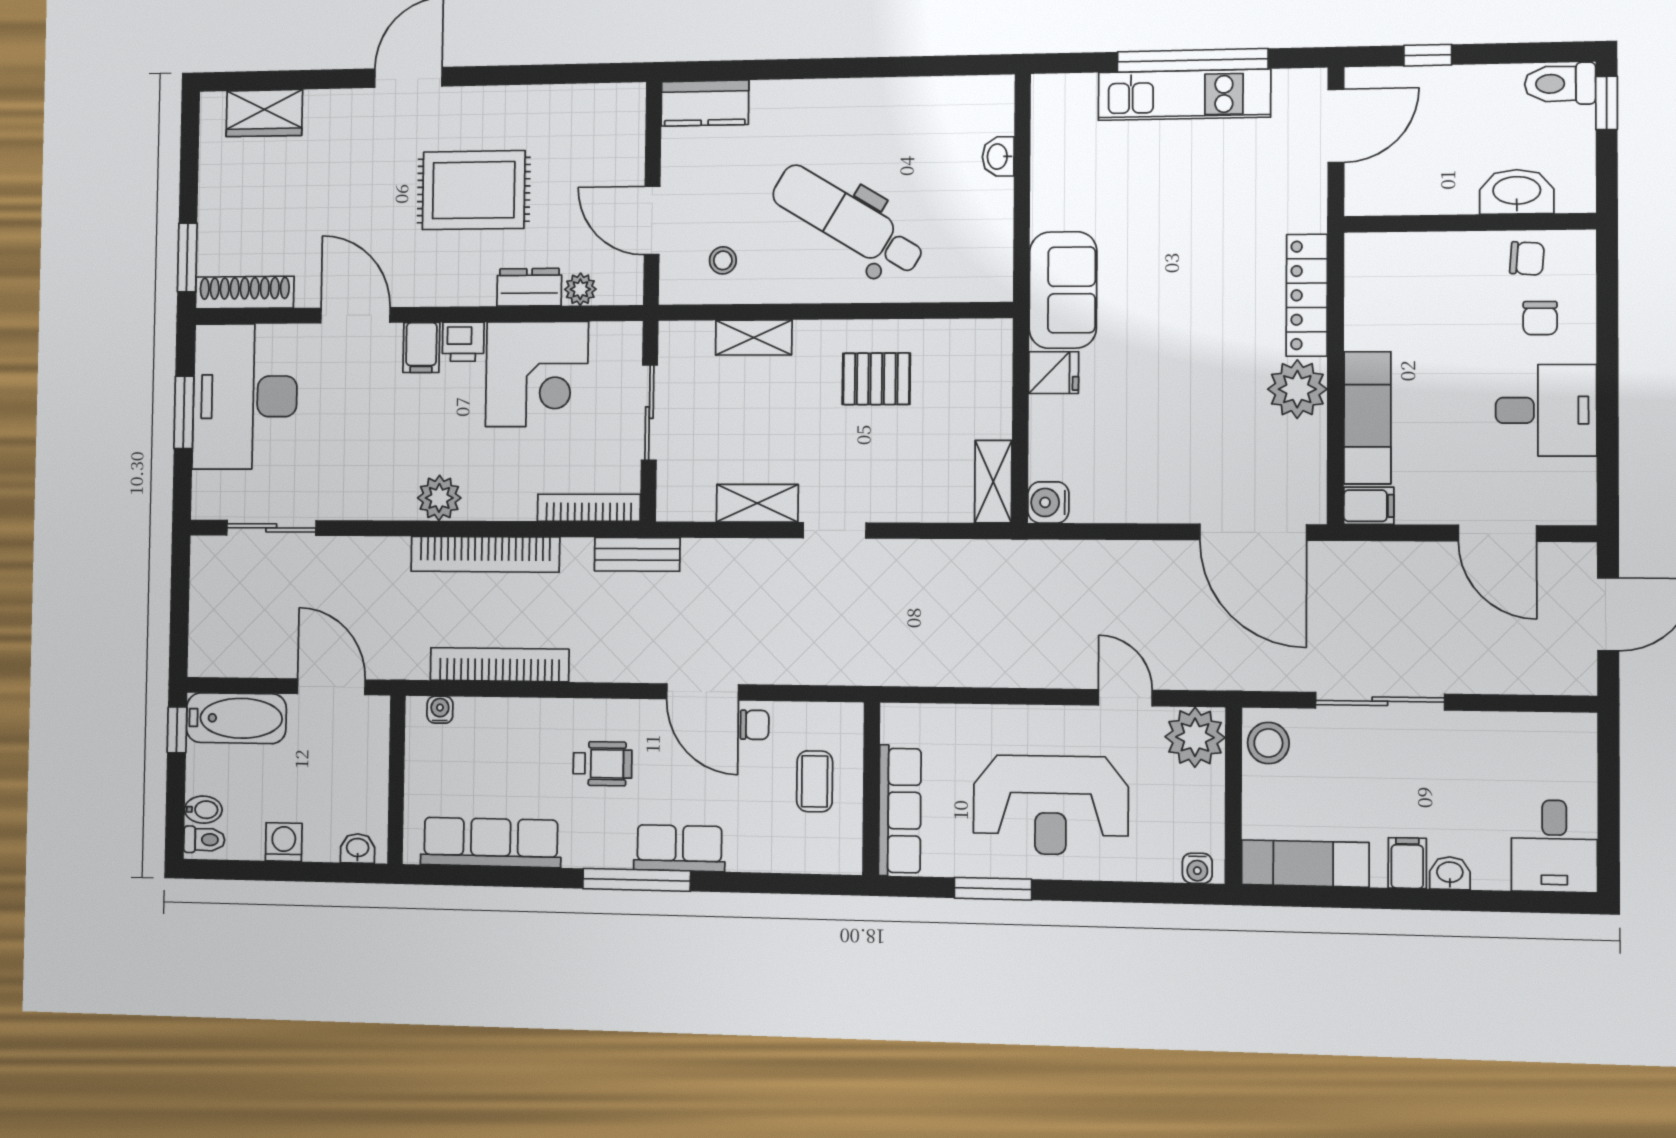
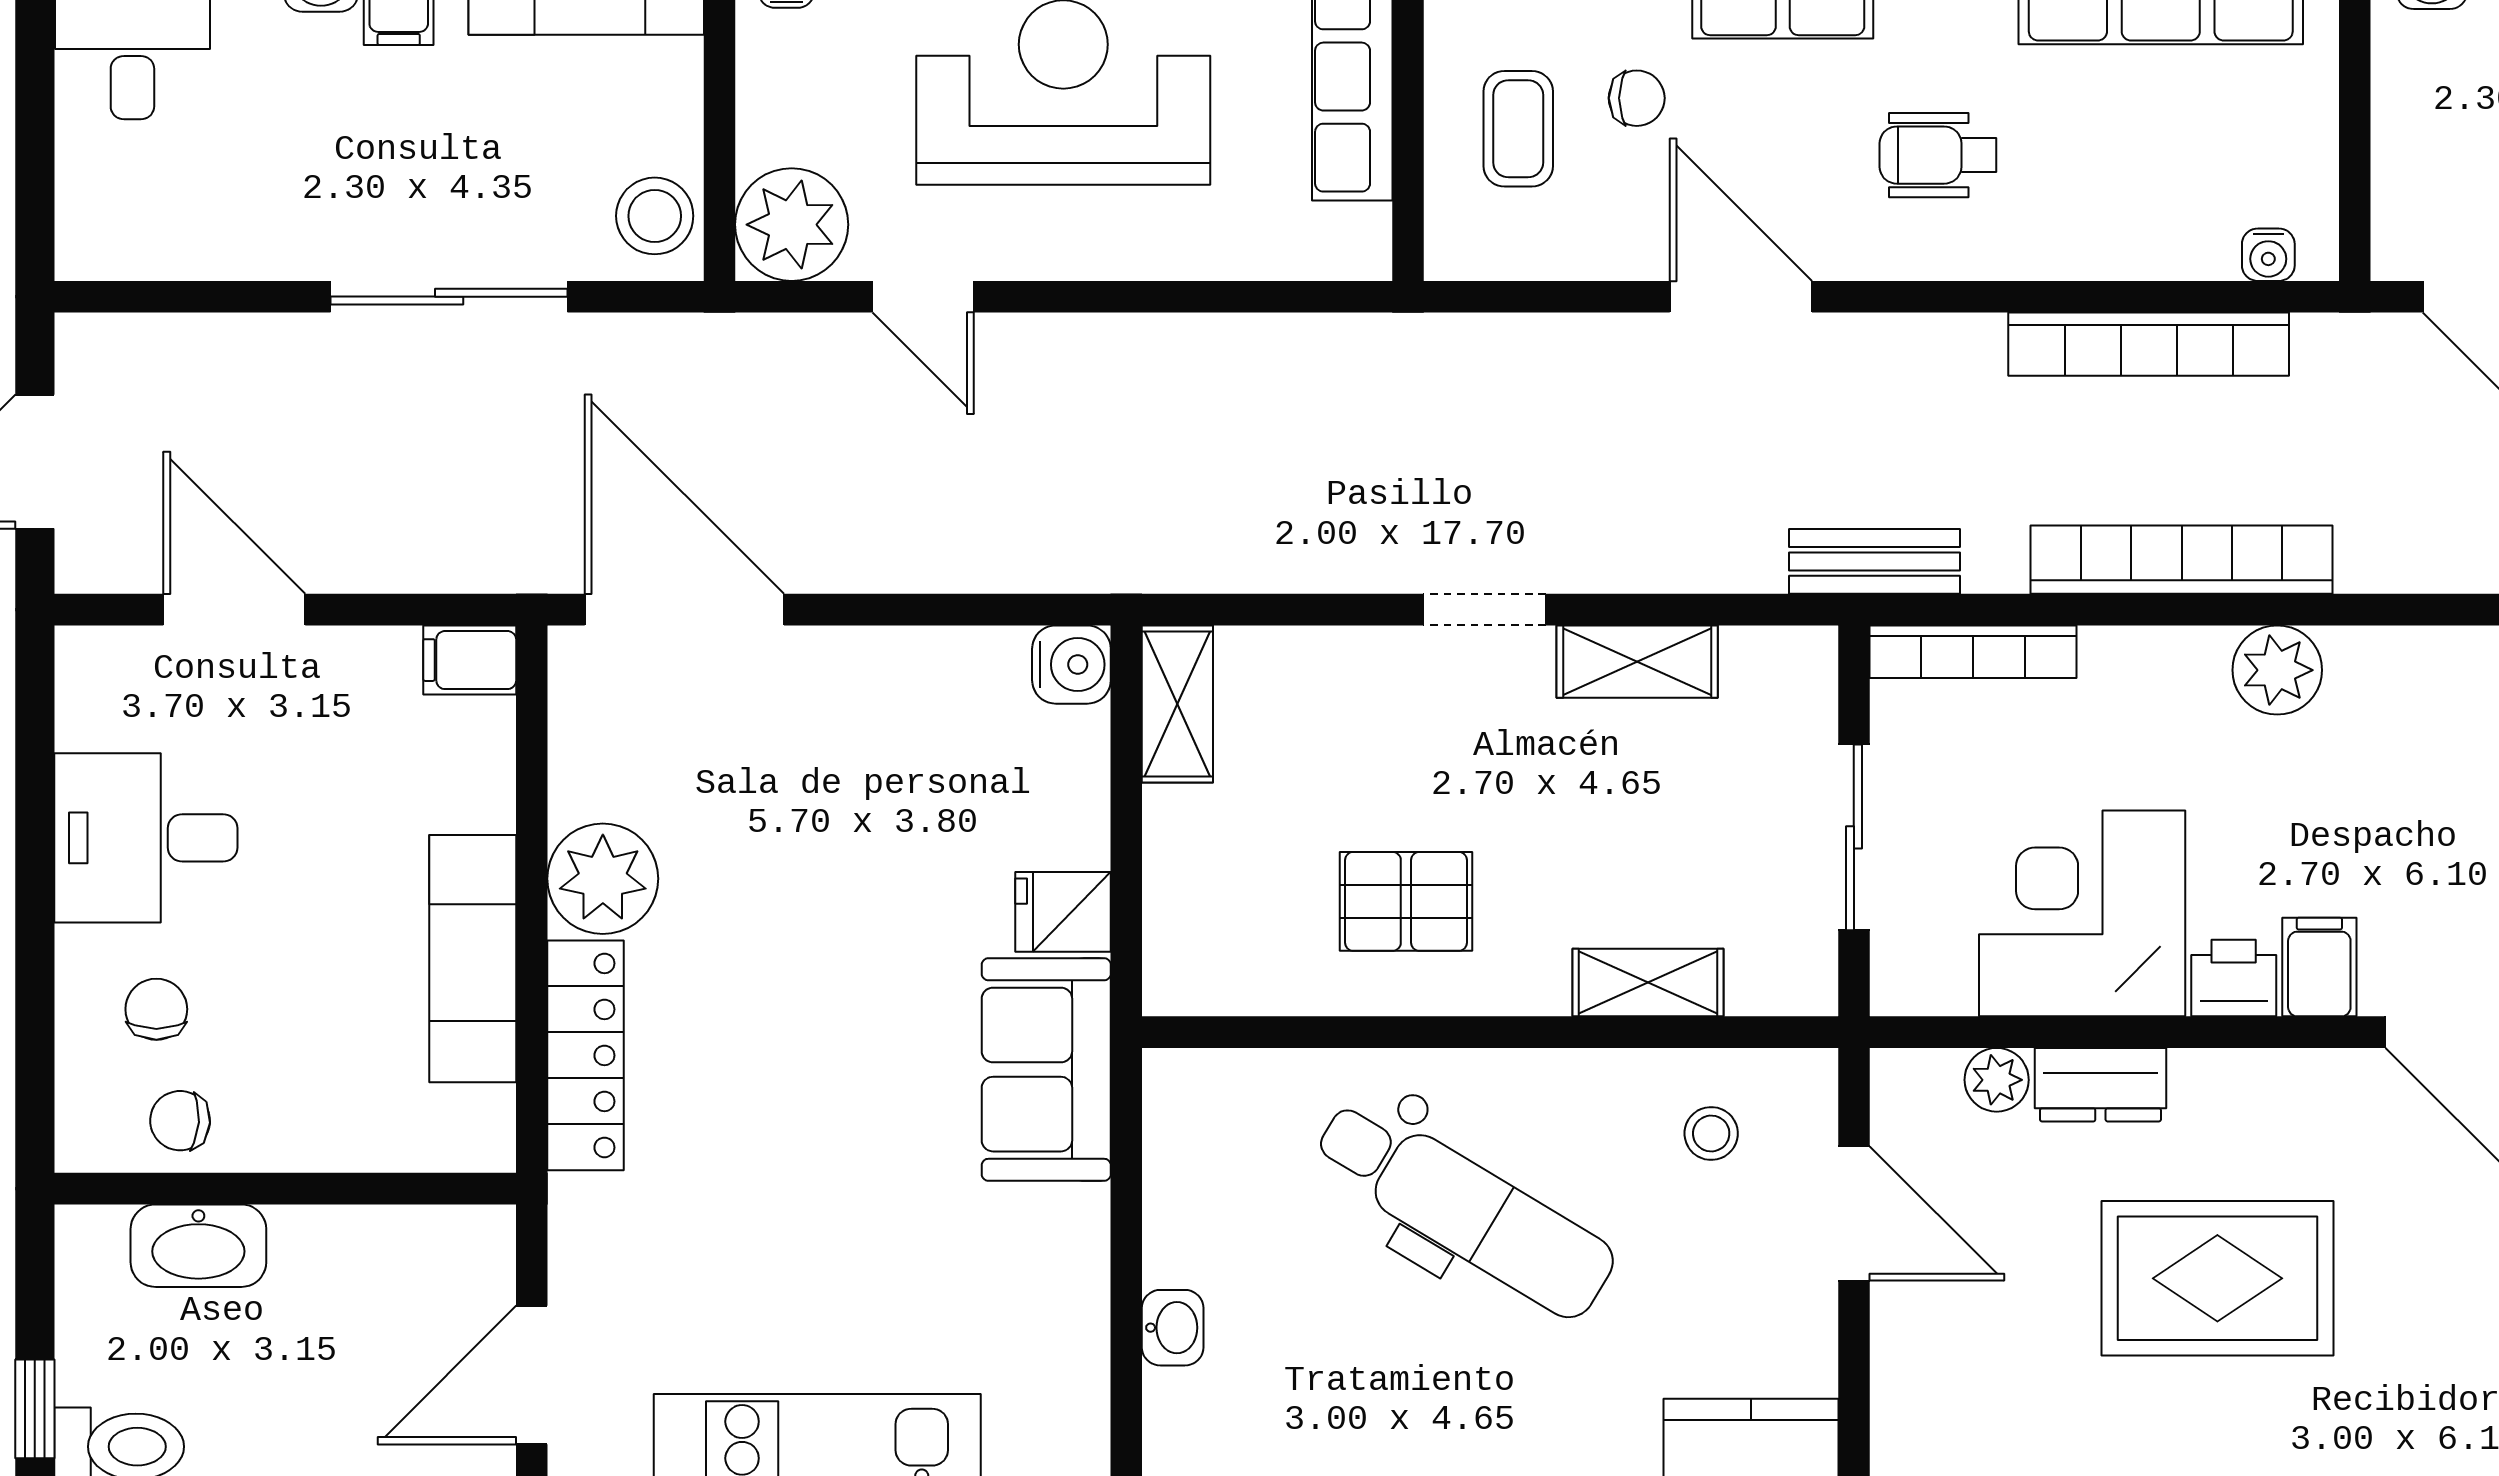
exam couch: (1367, 418) -> (473, 959), moved
chair: (755, 725) -> (1637, 98), moved, turned 180

